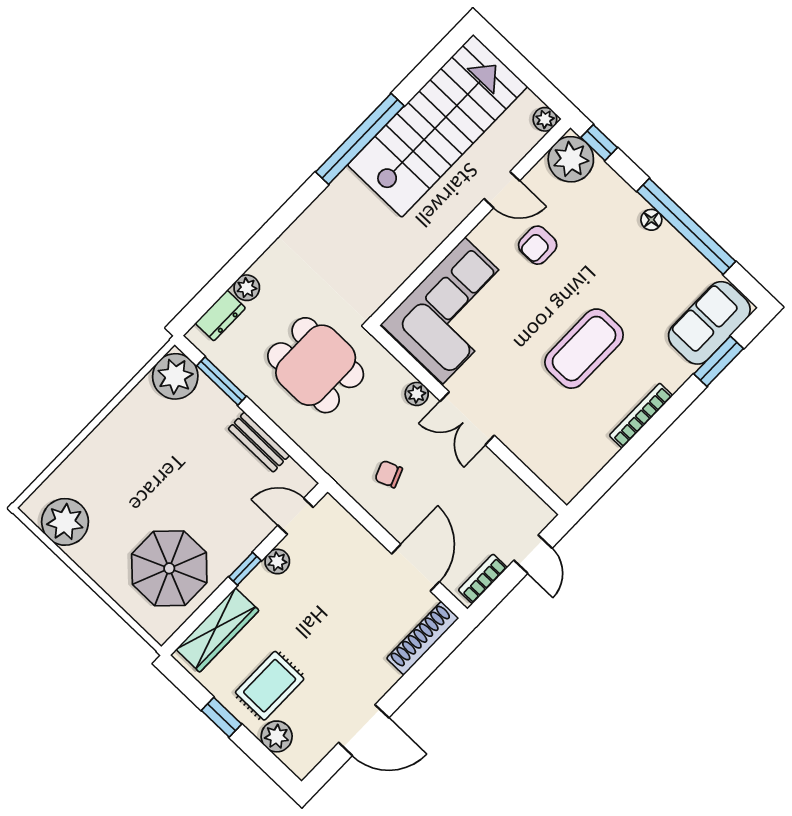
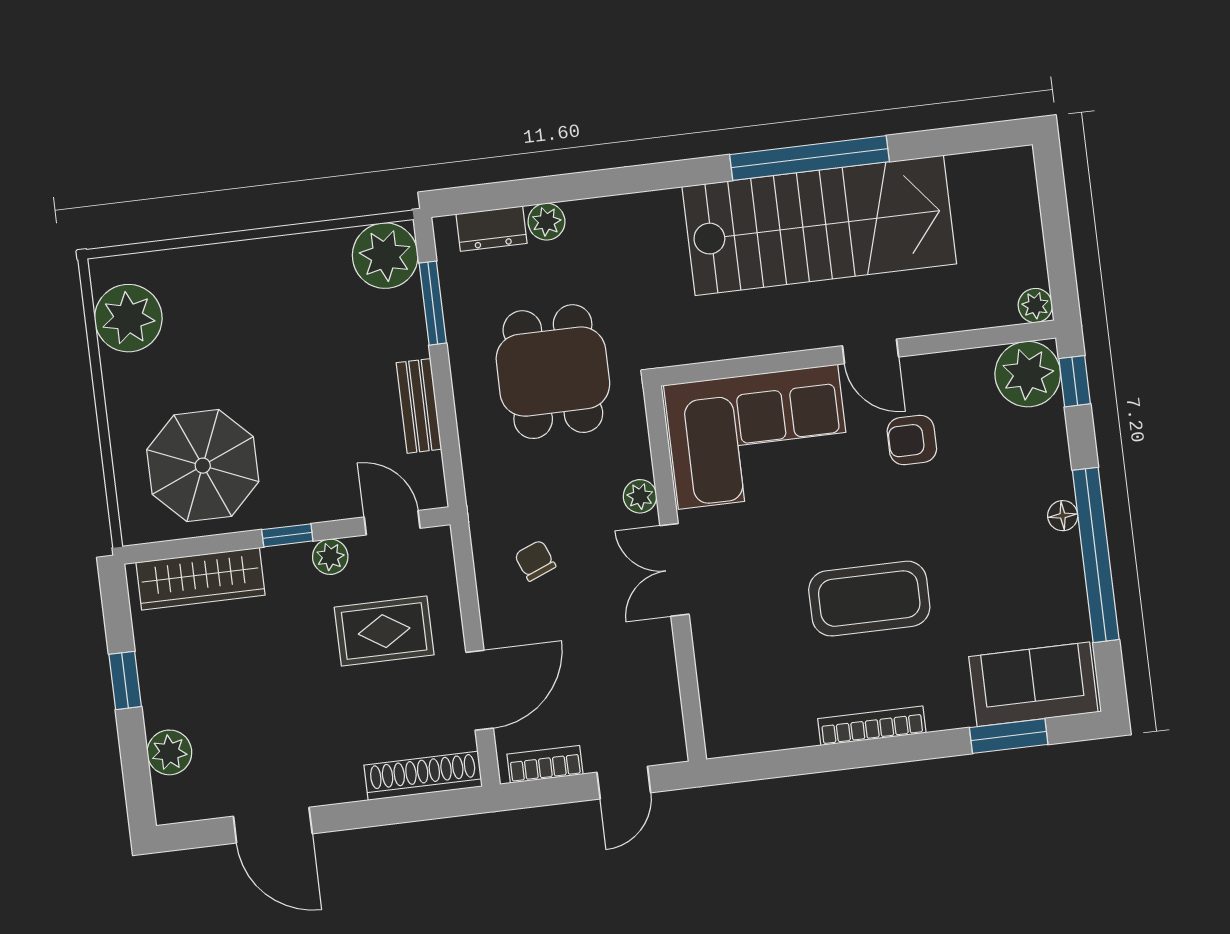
stairs: (438, 126) -> (819, 225), moved
door: (502, 190) -> (870, 351), moved
rug: (270, 686) -> (384, 631), moved

